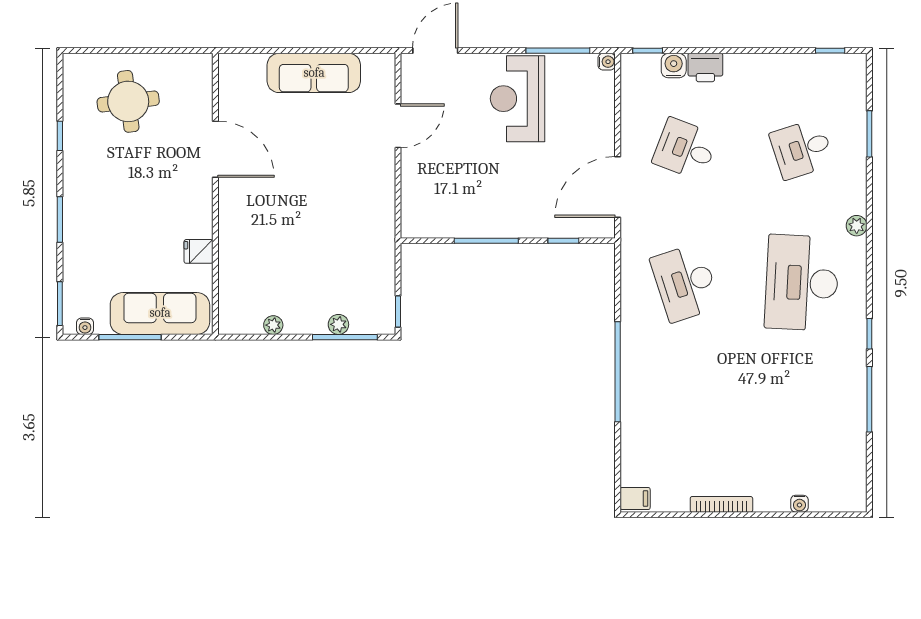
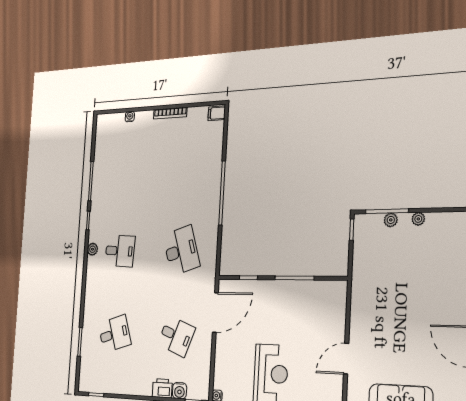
plant: (857, 226) -> (92, 249), moved
desk: (802, 283) -> (120, 251), width x0.53, depth x0.77
plant: (273, 325) -> (418, 219), moved

